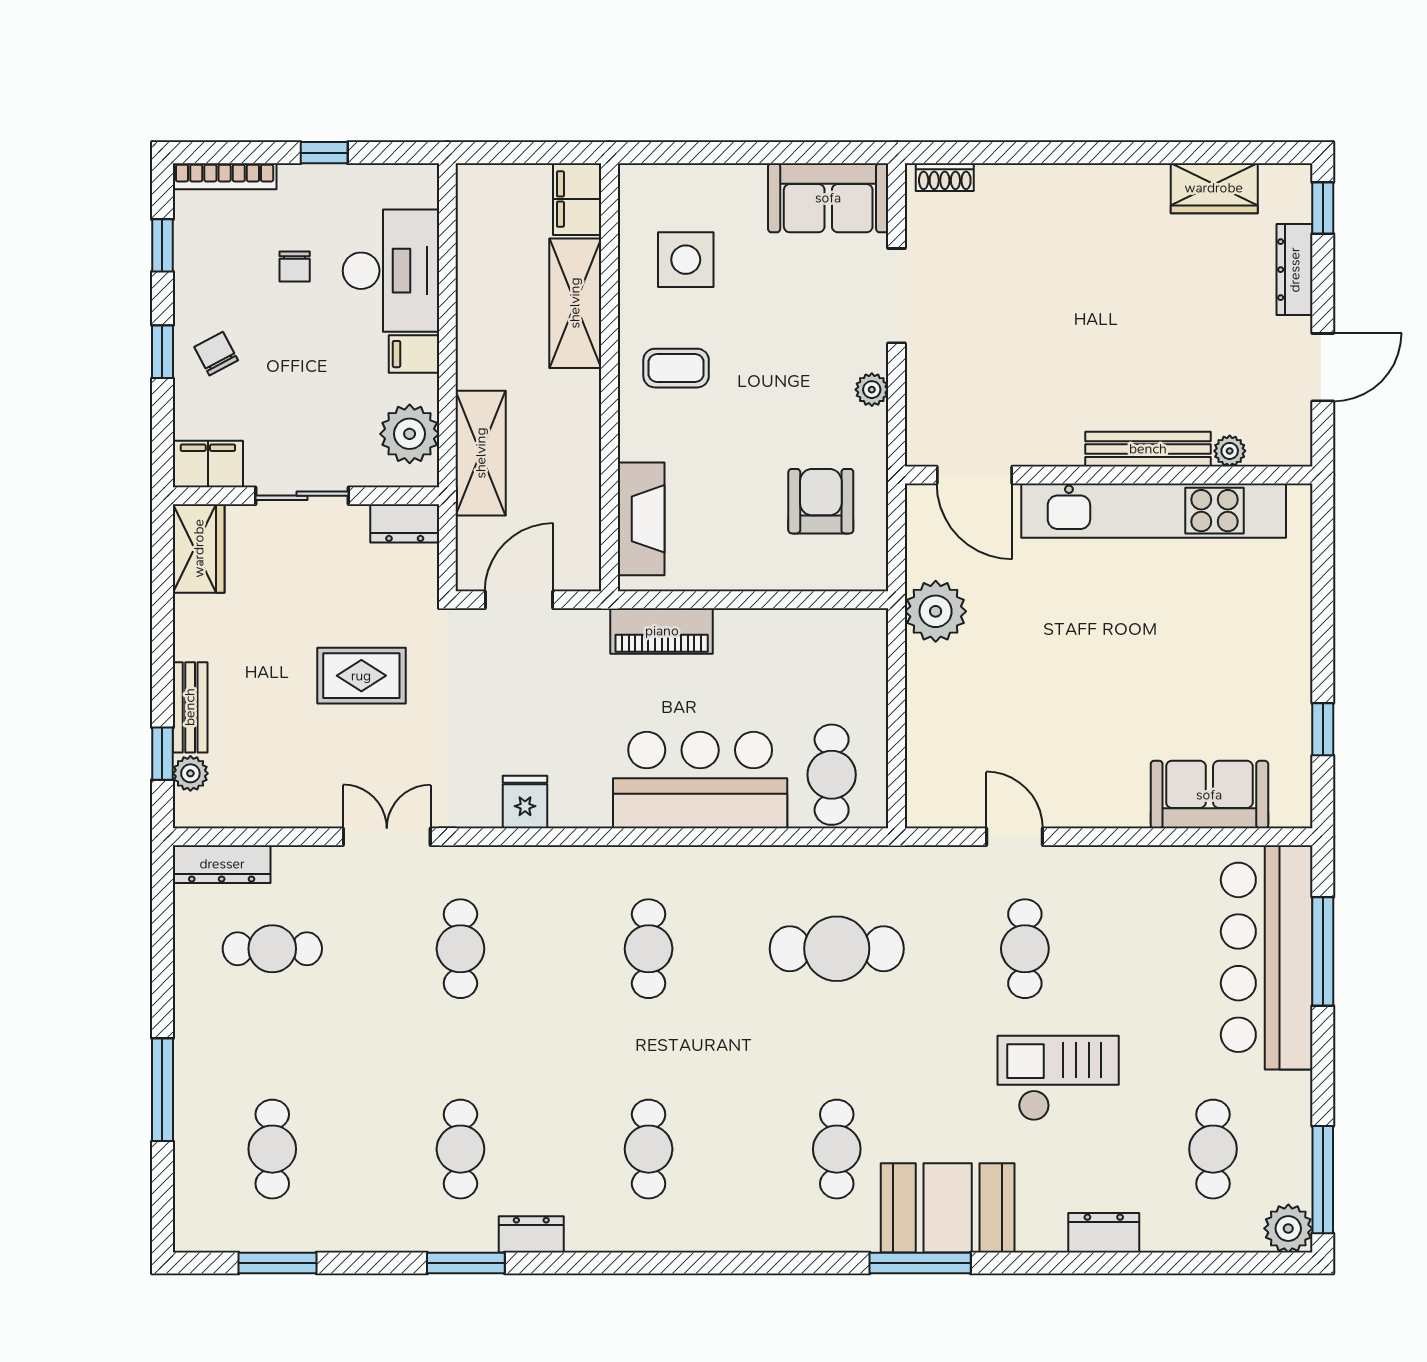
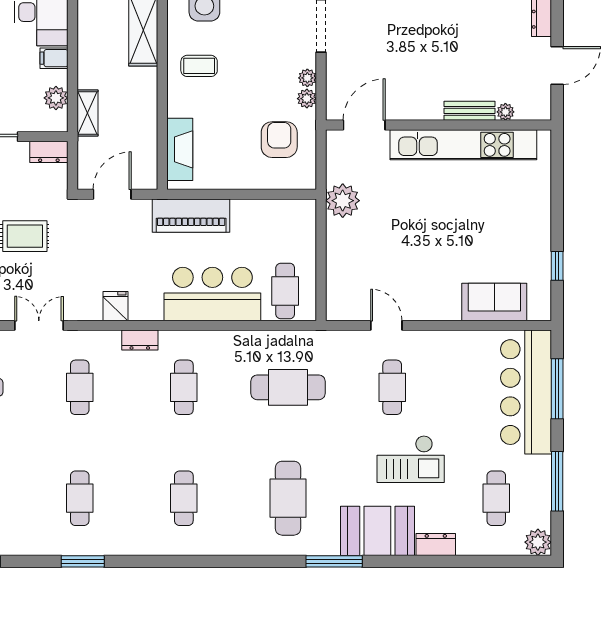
plant: (871, 427) -> (307, 99), added
plant: (410, 434) -> (56, 98), width x0.73, depth x0.73
bench: (1148, 449) -> (470, 111), width x0.73
shelving: (481, 453) -> (87, 113), width x0.67, depth x0.75
door: (974, 475) -> (364, 125), swing flipped
piano: (662, 631) -> (191, 216), width x1.37, depth x1.33
checkout: (1058, 1078) -> (411, 459), turned 180
cafe table: (837, 1149) -> (288, 498), width x1.37, depth x1.35
window: (1323, 1180) -> (557, 481), moved
booth: (948, 1208) -> (377, 531), moved
dresser: (531, 1234) -> (140, 340), moved, turned 180

